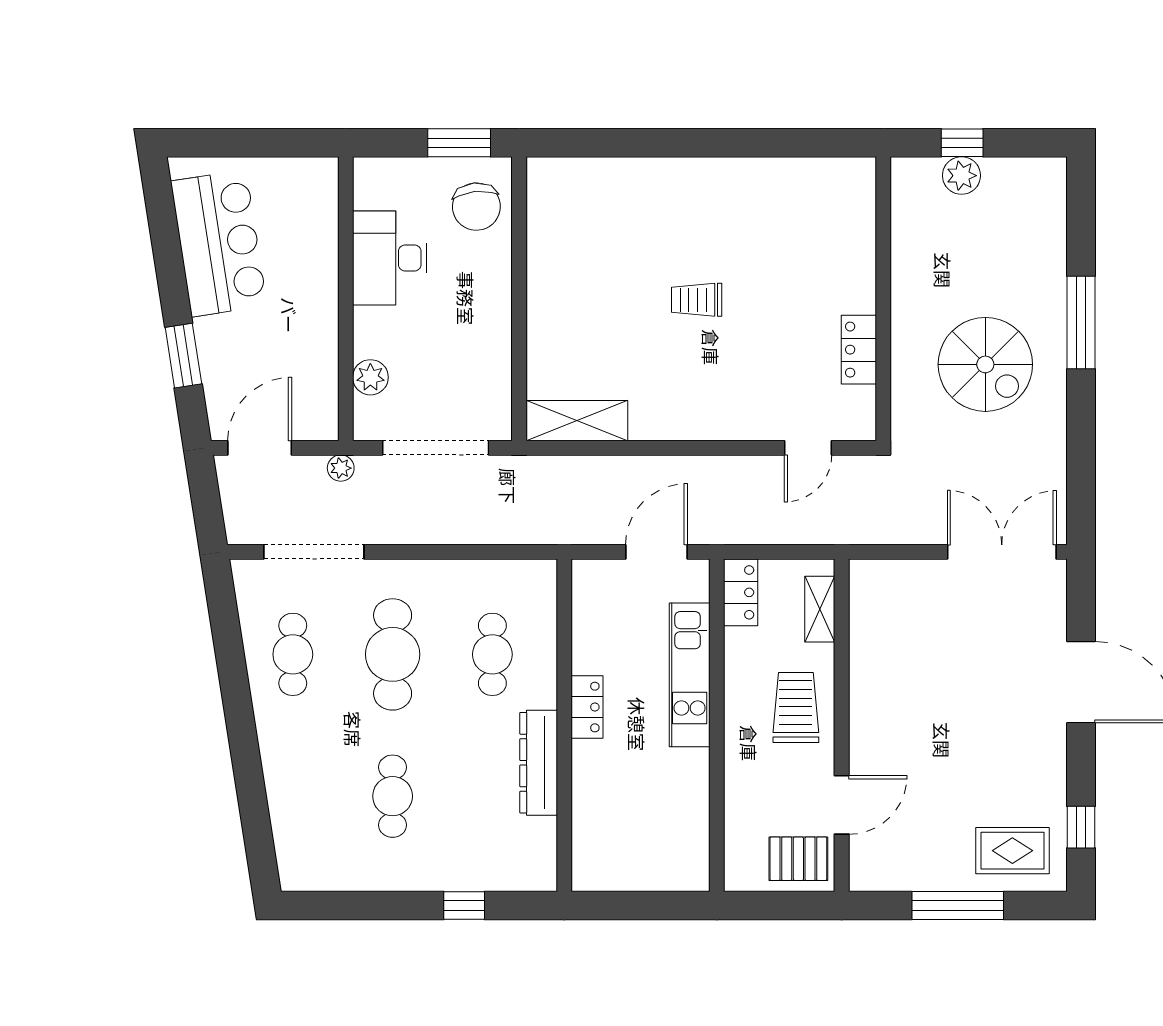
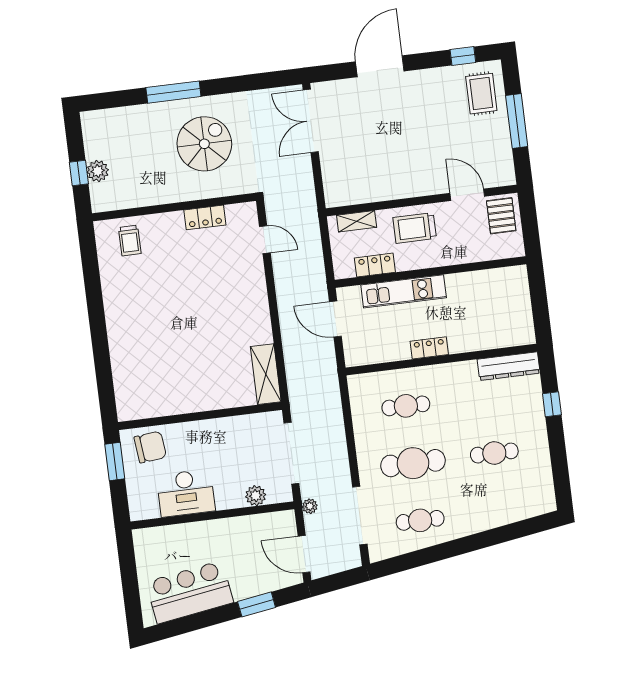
trolley: (697, 300) -> (130, 240), moved
locker: (741, 592) -> (375, 265), moved
dresser: (539, 763) -> (509, 366), moved

